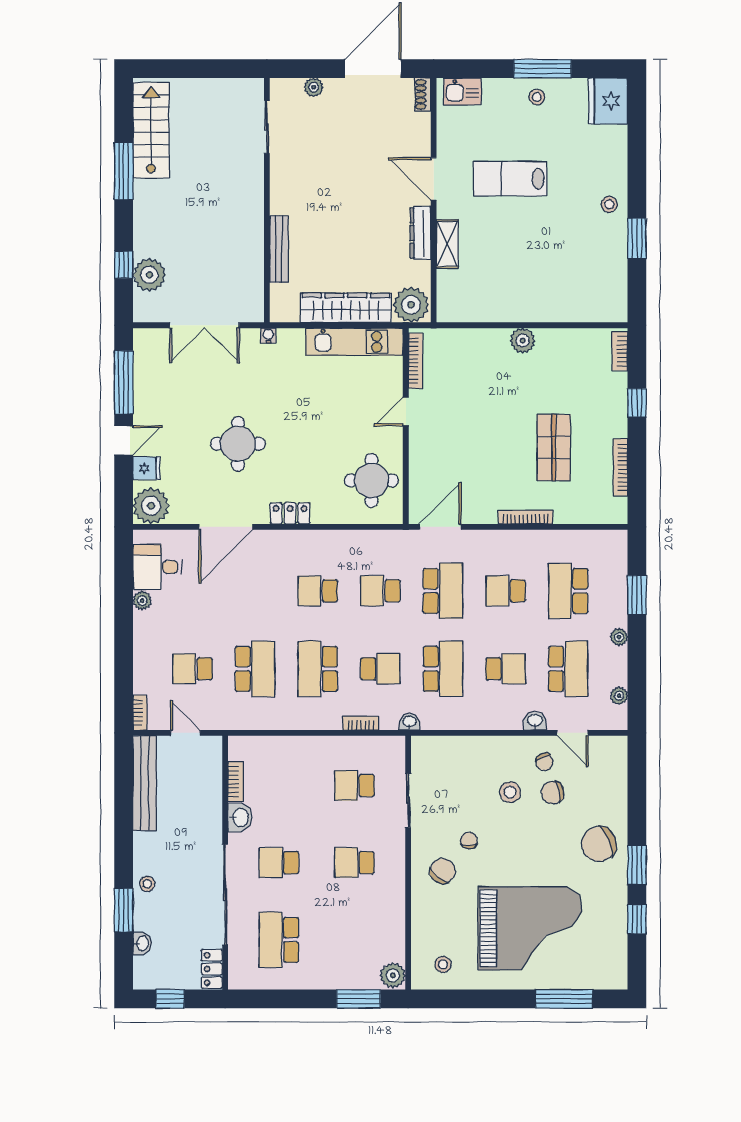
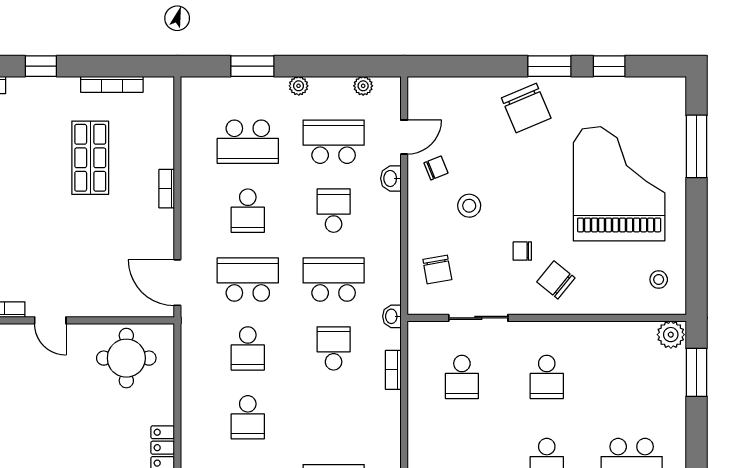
shop shelf: (554, 448) -> (90, 158), turned 90
bookcase: (526, 517) -> (167, 189), width x0.64
school desk: (318, 669) -> (334, 417), removed
chair: (553, 793) -> (437, 270), moved

